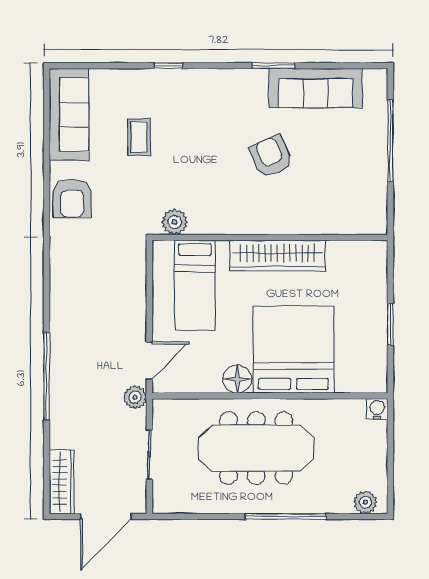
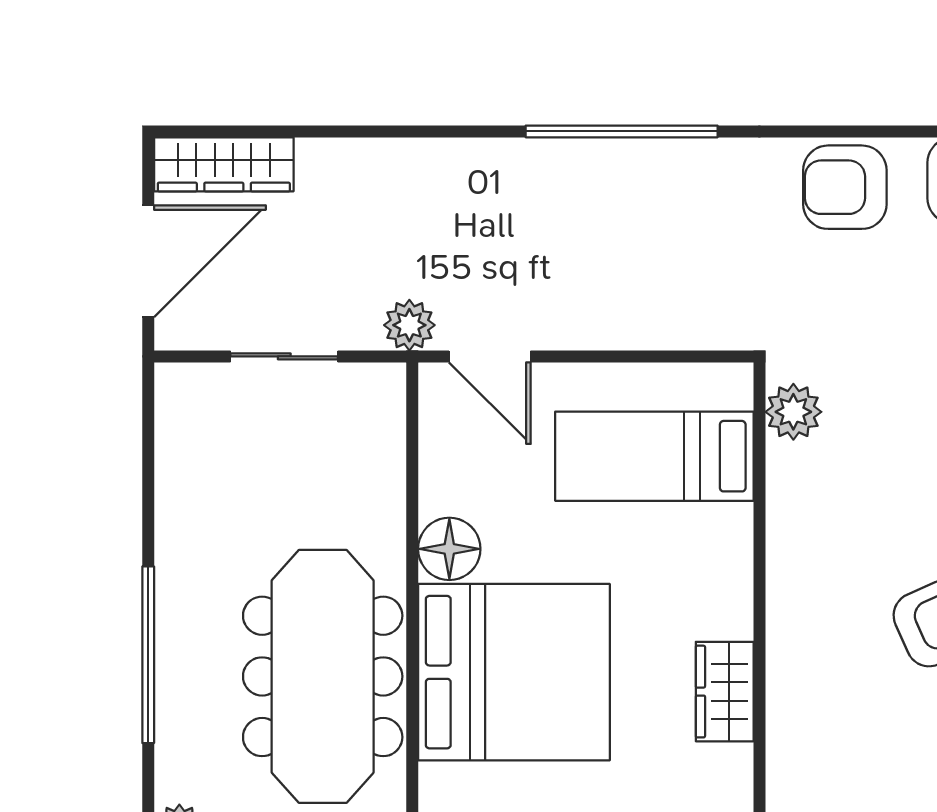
wardrobe: (277, 256) -> (725, 692), width x0.48, depth x0.85
window: (47, 376) -> (622, 131), moved
meeting table: (256, 448) -> (323, 676), moved
door: (106, 516) -> (148, 261), swing flipped

